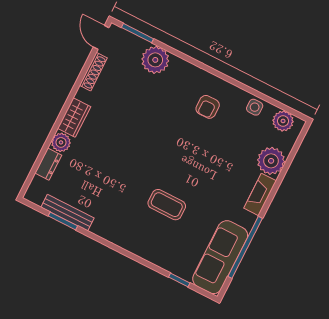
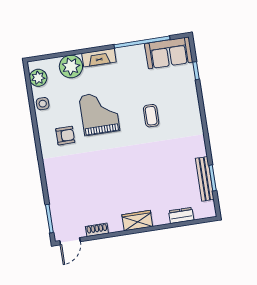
plant: (155, 60) -> (59, 194), removed
shoe rack: (93, 72) -> (97, 230), width x0.70
plant: (61, 142) -> (160, 217), removed
grand piano: (206, 156) -> (99, 113), added
coffee table: (167, 205) -> (151, 116), width x0.73, depth x0.77
sofa: (220, 257) -> (169, 53), width x0.73

